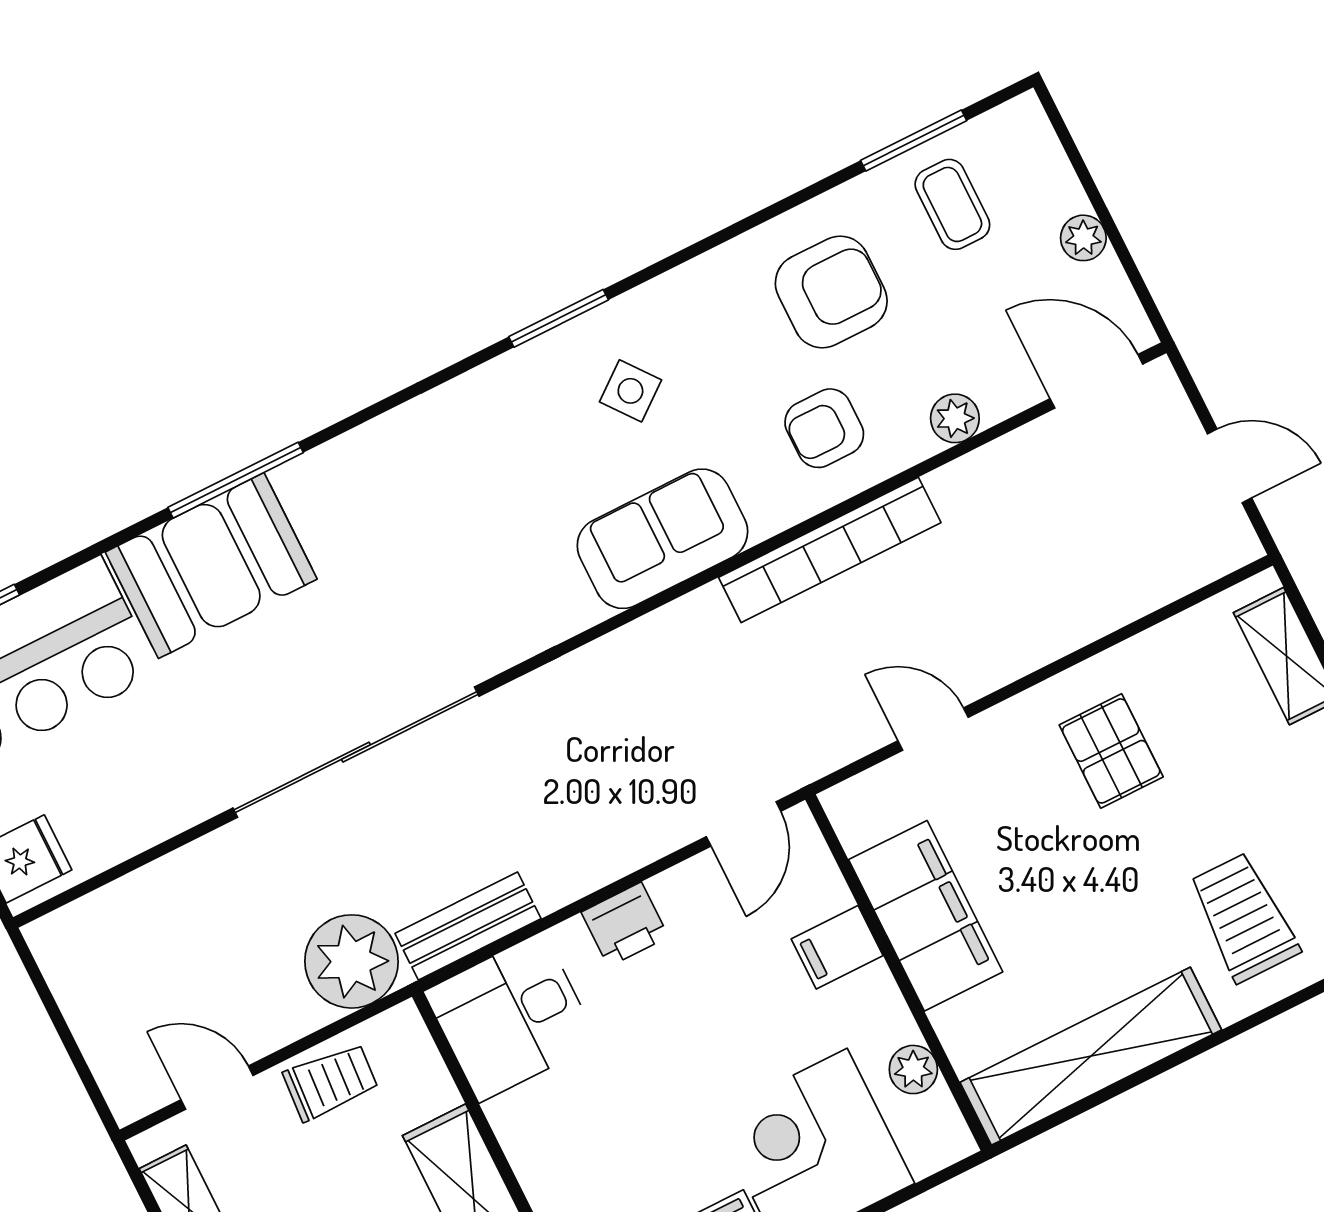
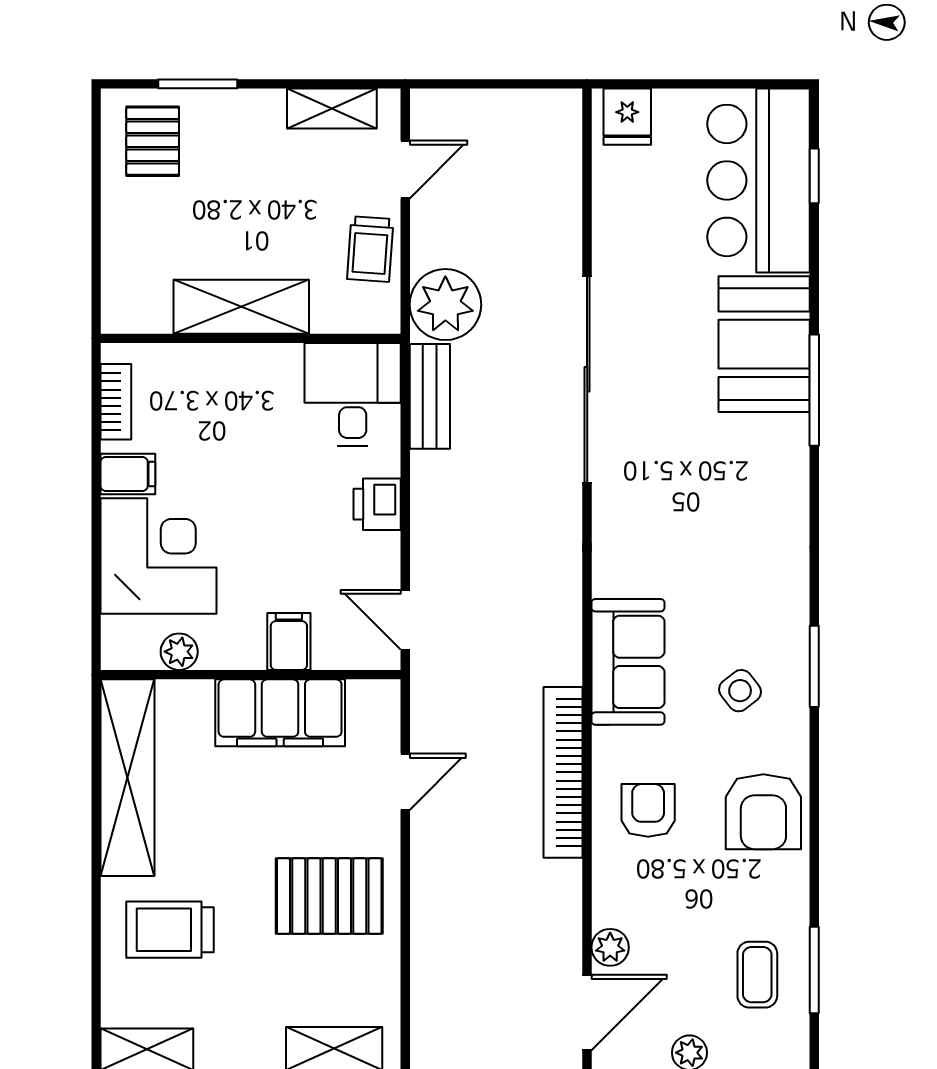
coffee table: (952, 204) -> (757, 975), turned 90
armchair: (831, 292) -> (763, 812), moved
plant: (955, 418) -> (610, 947), moved
pallet: (1111, 751) -> (329, 896), width x1.50, depth x1.42
trolley: (1244, 917) -> (170, 930), turned 180

